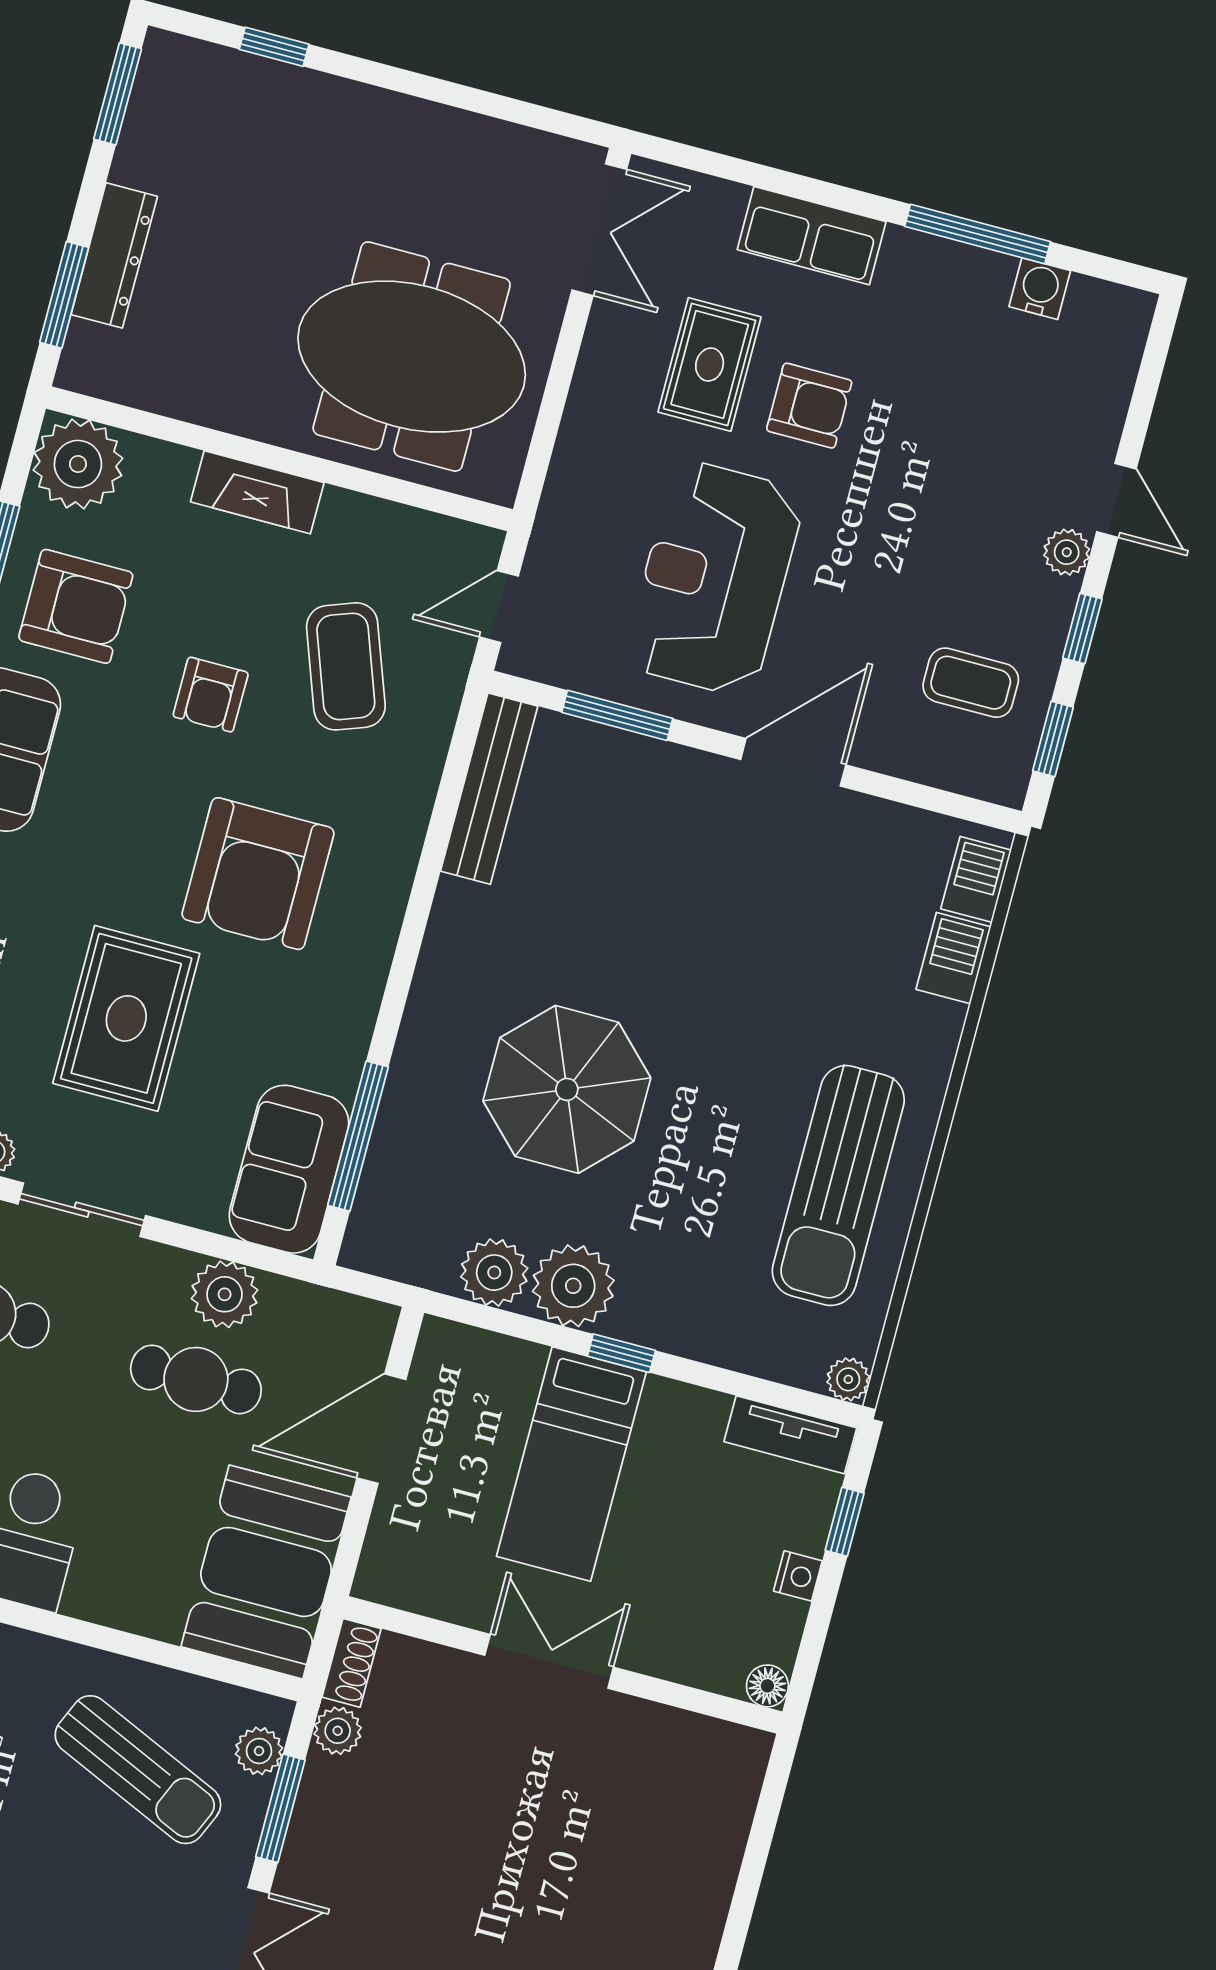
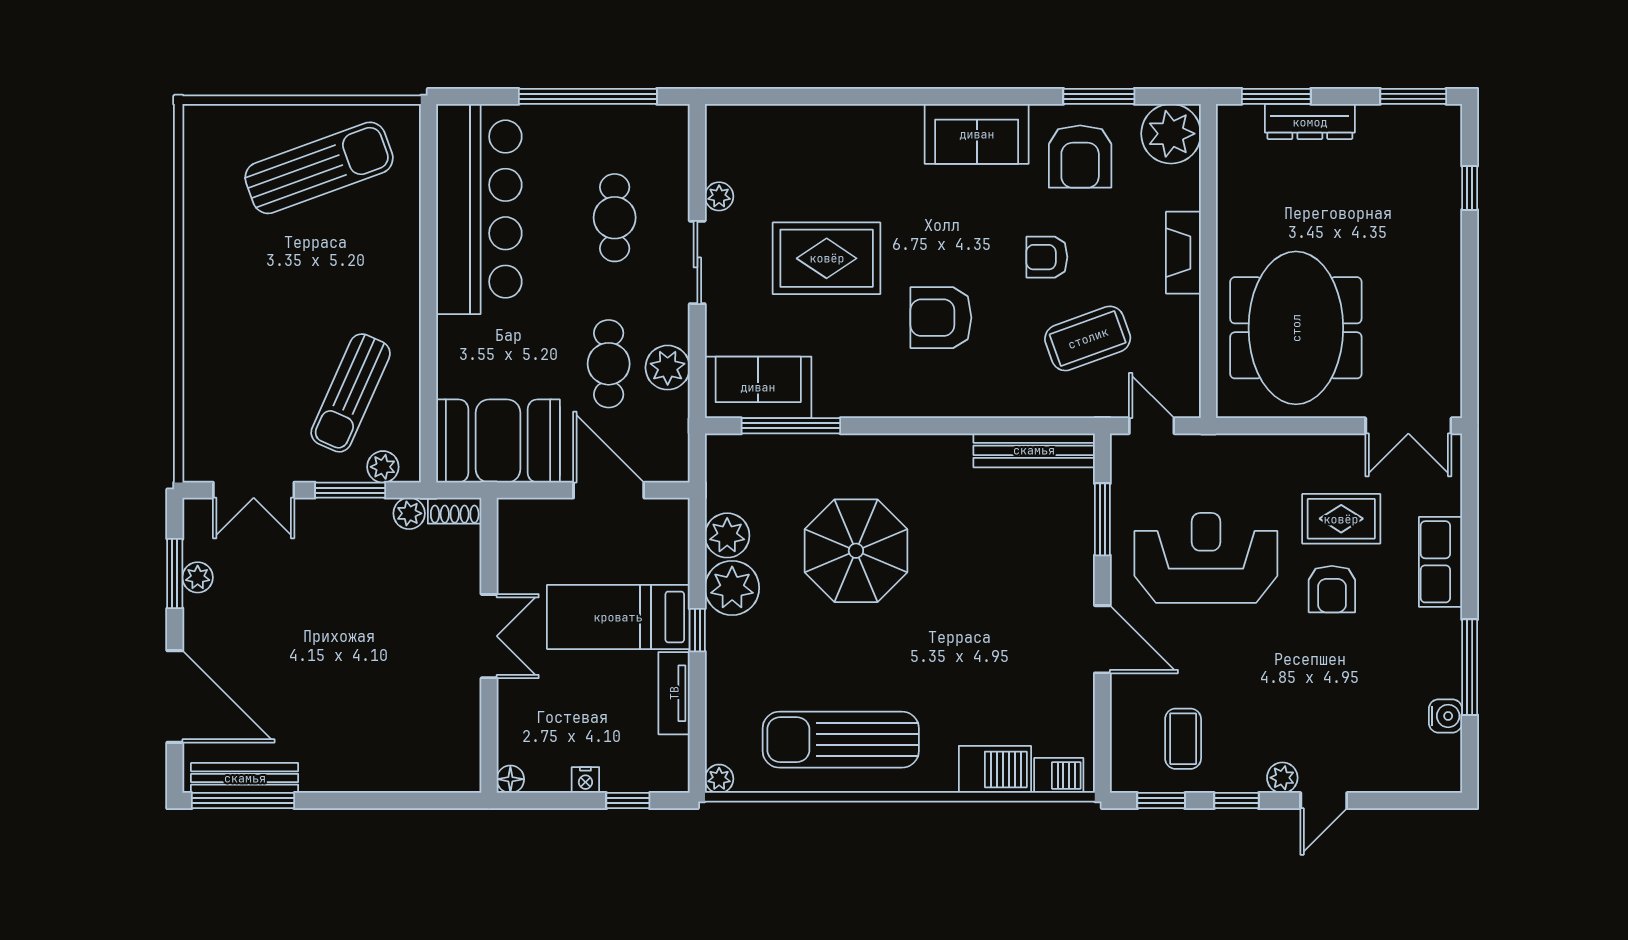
armchair: (258, 874) -> (941, 318), width x0.73, depth x0.73
barbecue: (953, 958) -> (995, 769), width x1.38, depth x1.27
tv unit: (790, 1435) -> (674, 693), moved

